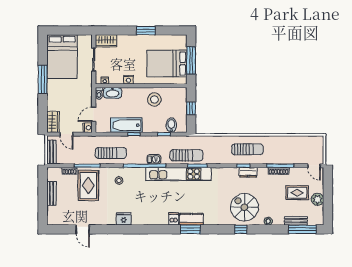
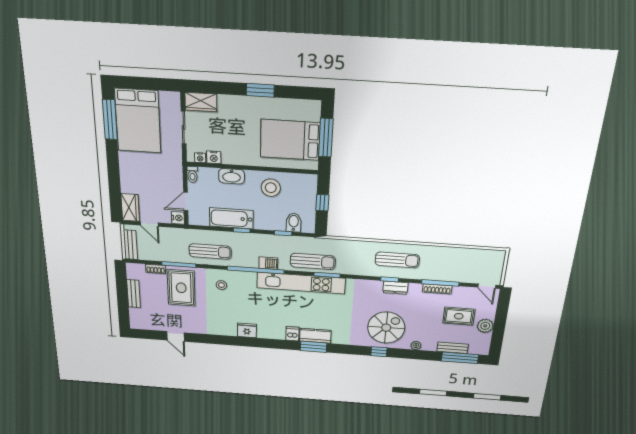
window: (43, 80) -> (110, 120), moved
nightstand: (129, 80) -> (214, 157), moved
washbasin: (113, 93) -> (232, 176), moved
spiral stairs: (244, 207) -> (386, 328), turned 90
fridge: (124, 219) -> (247, 330), moved

